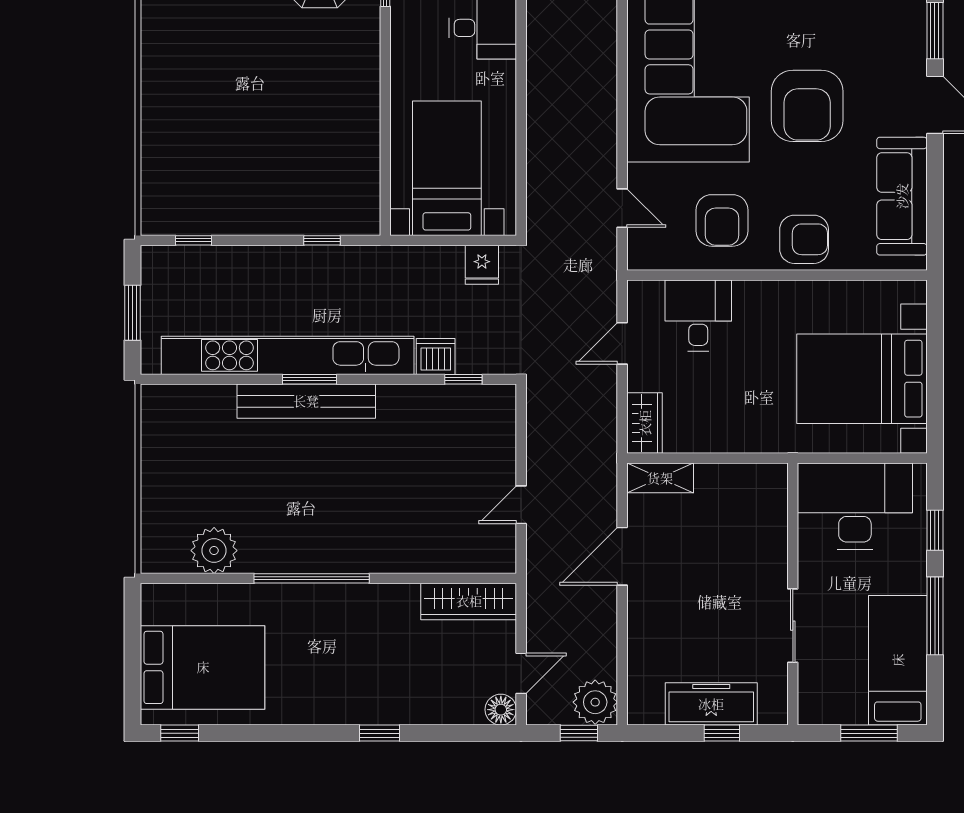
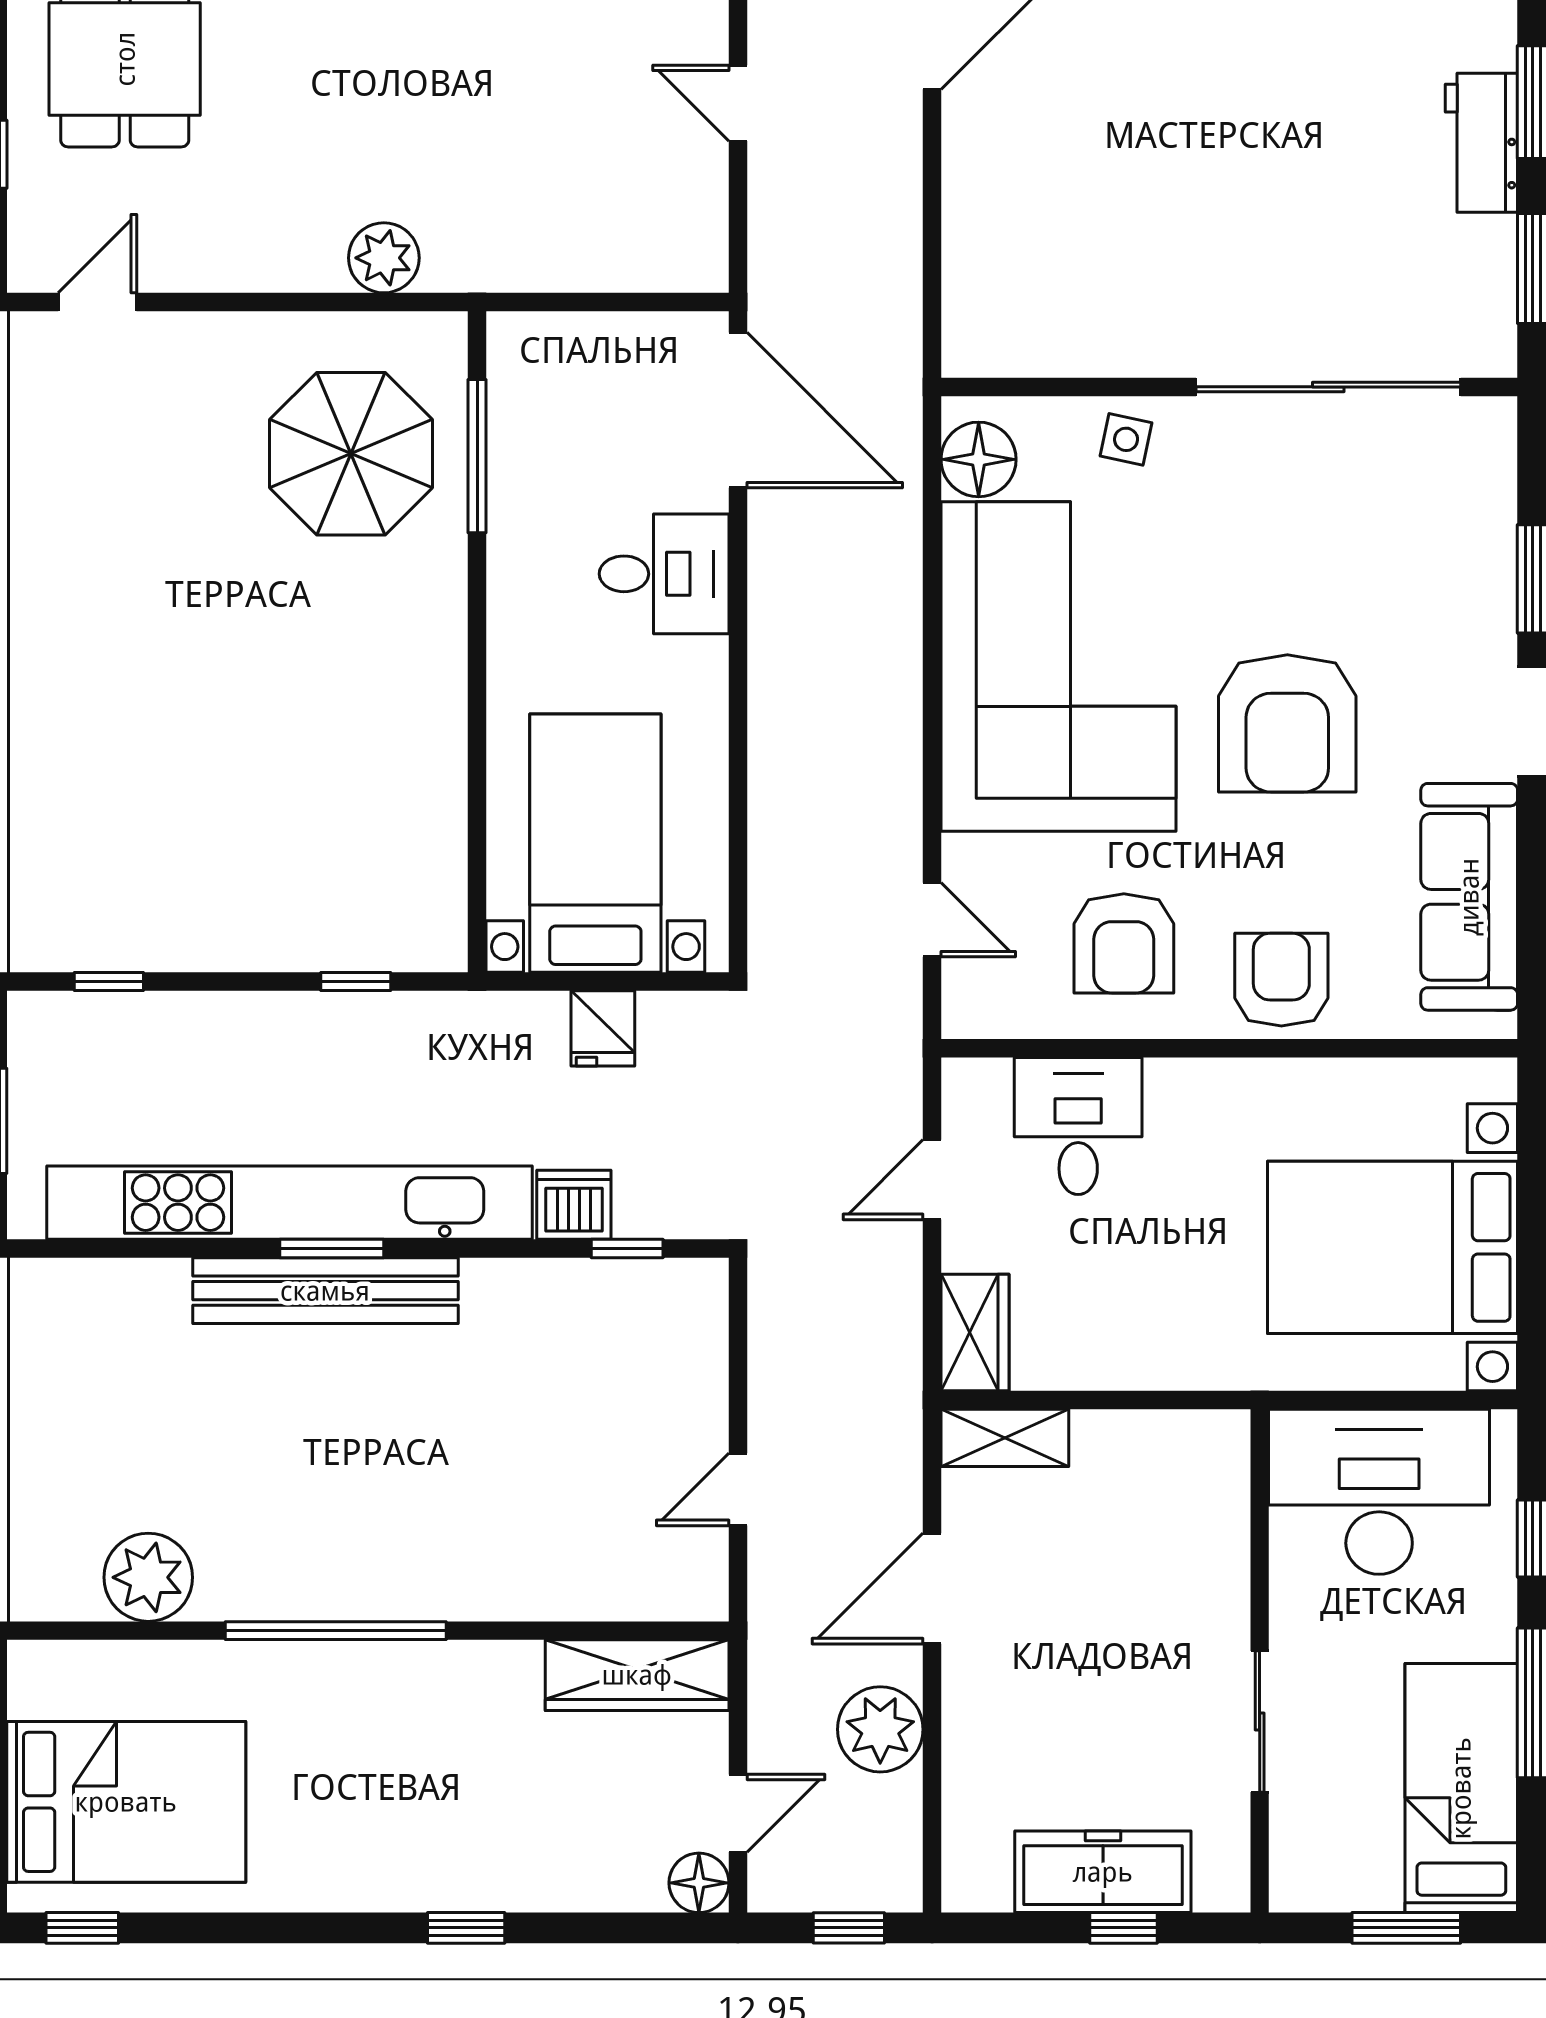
armchair: (804, 239) -> (1281, 980), turned -90
fridge: (482, 265) -> (603, 1028), moved
plant: (595, 702) -> (880, 1729), moved

